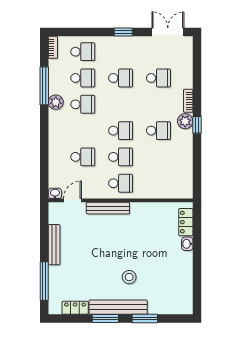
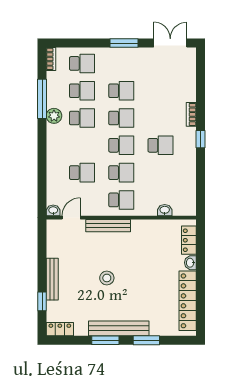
window: (123, 32) -> (124, 43), width x1.50
school desk: (158, 78) -> (121, 118), moved
plant: (185, 121) -> (188, 136), removed
washbasin: (163, 193) -> (165, 210), added
bench: (54, 245) -> (52, 279), moved
stool: (129, 277) -> (107, 278), moved
window: (44, 281) -> (42, 301), width x0.46
locker: (185, 281) -> (188, 301), added
locker: (75, 308) -> (60, 329), moved

